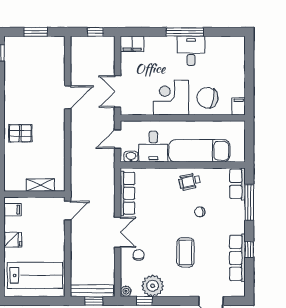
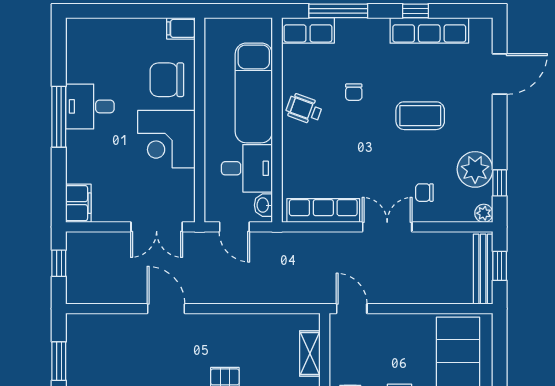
chair: (207, 98) -> (167, 80), turned 79
wheelchair: (190, 181) -> (304, 109), turned 123

